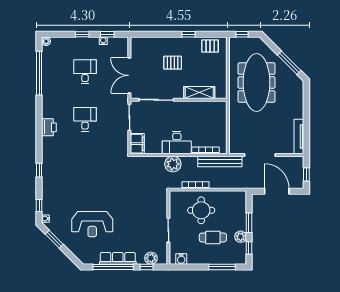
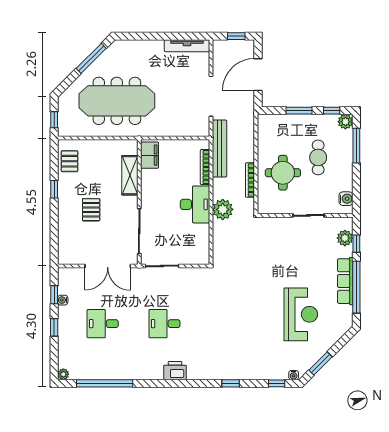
filing cabinet: (137, 144) -> (149, 155), moved, turned 90
plant: (241, 237) -> (345, 122), moved

